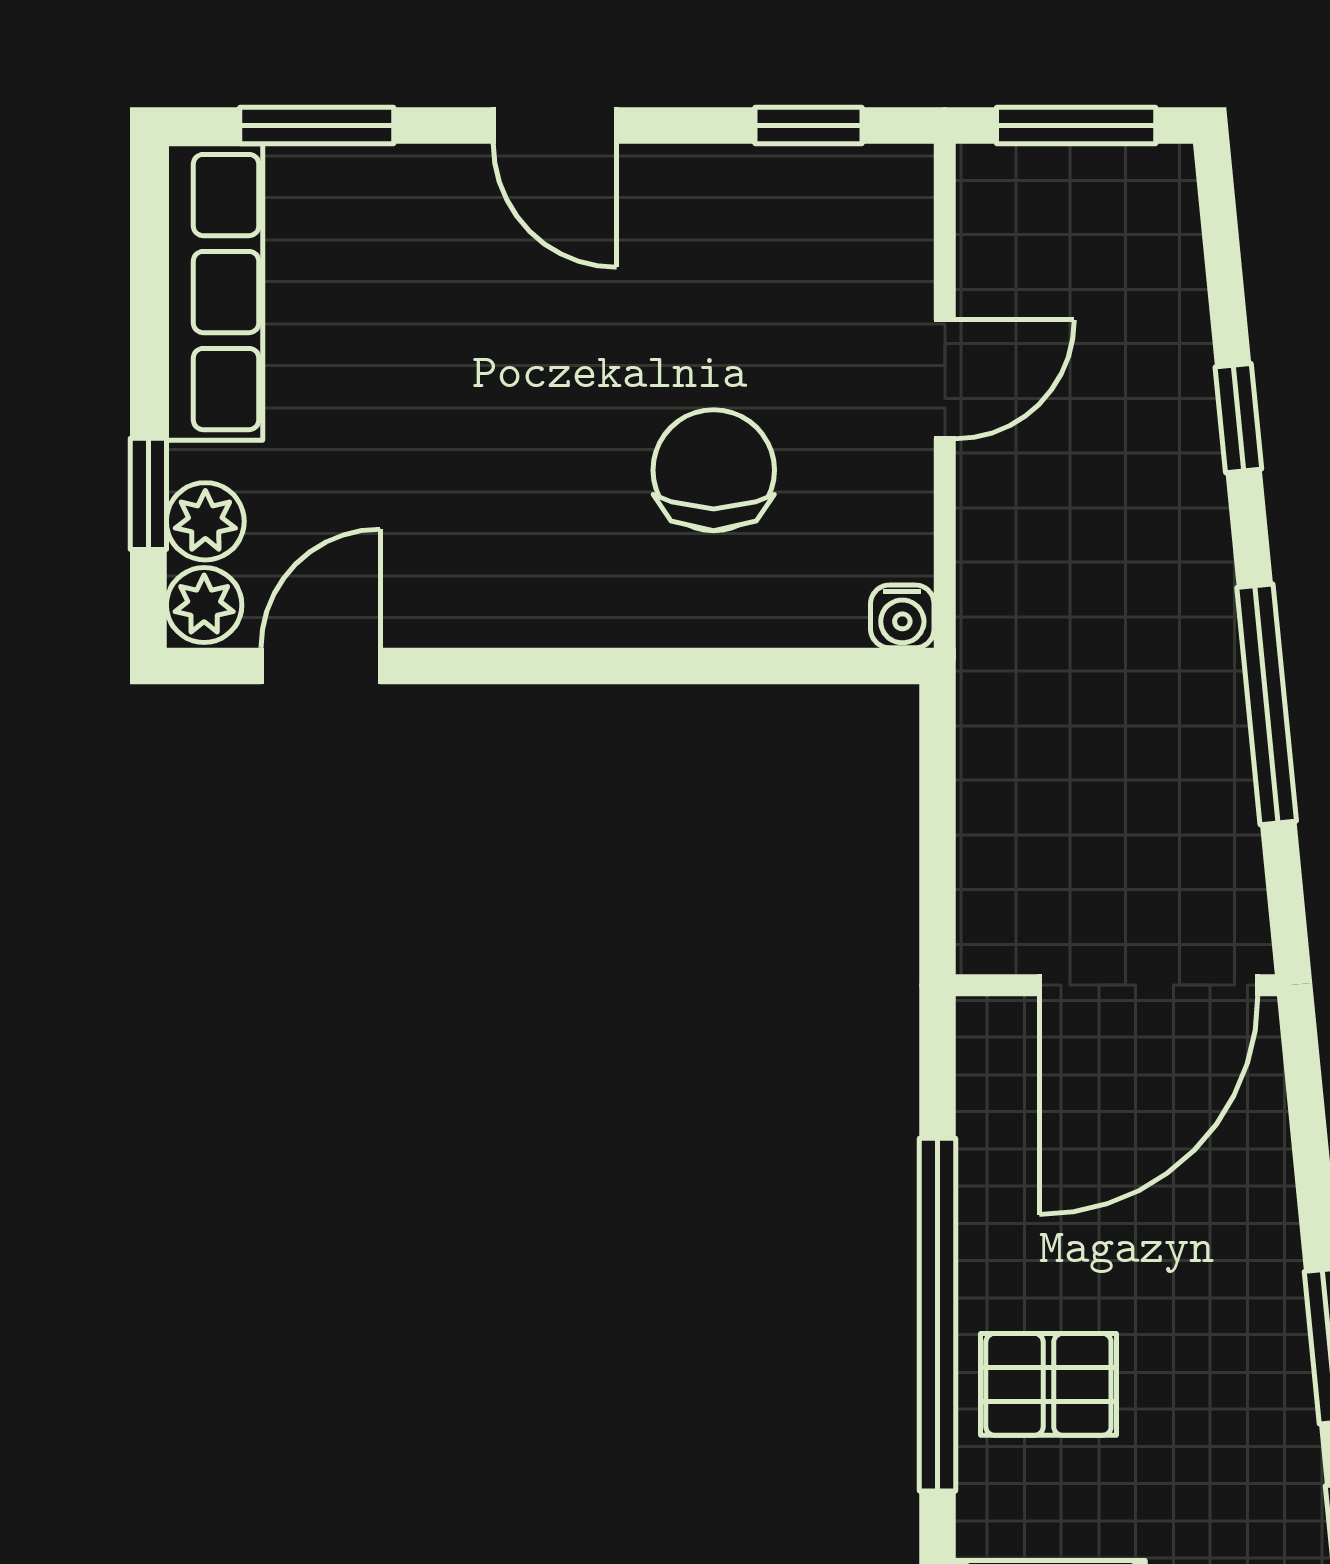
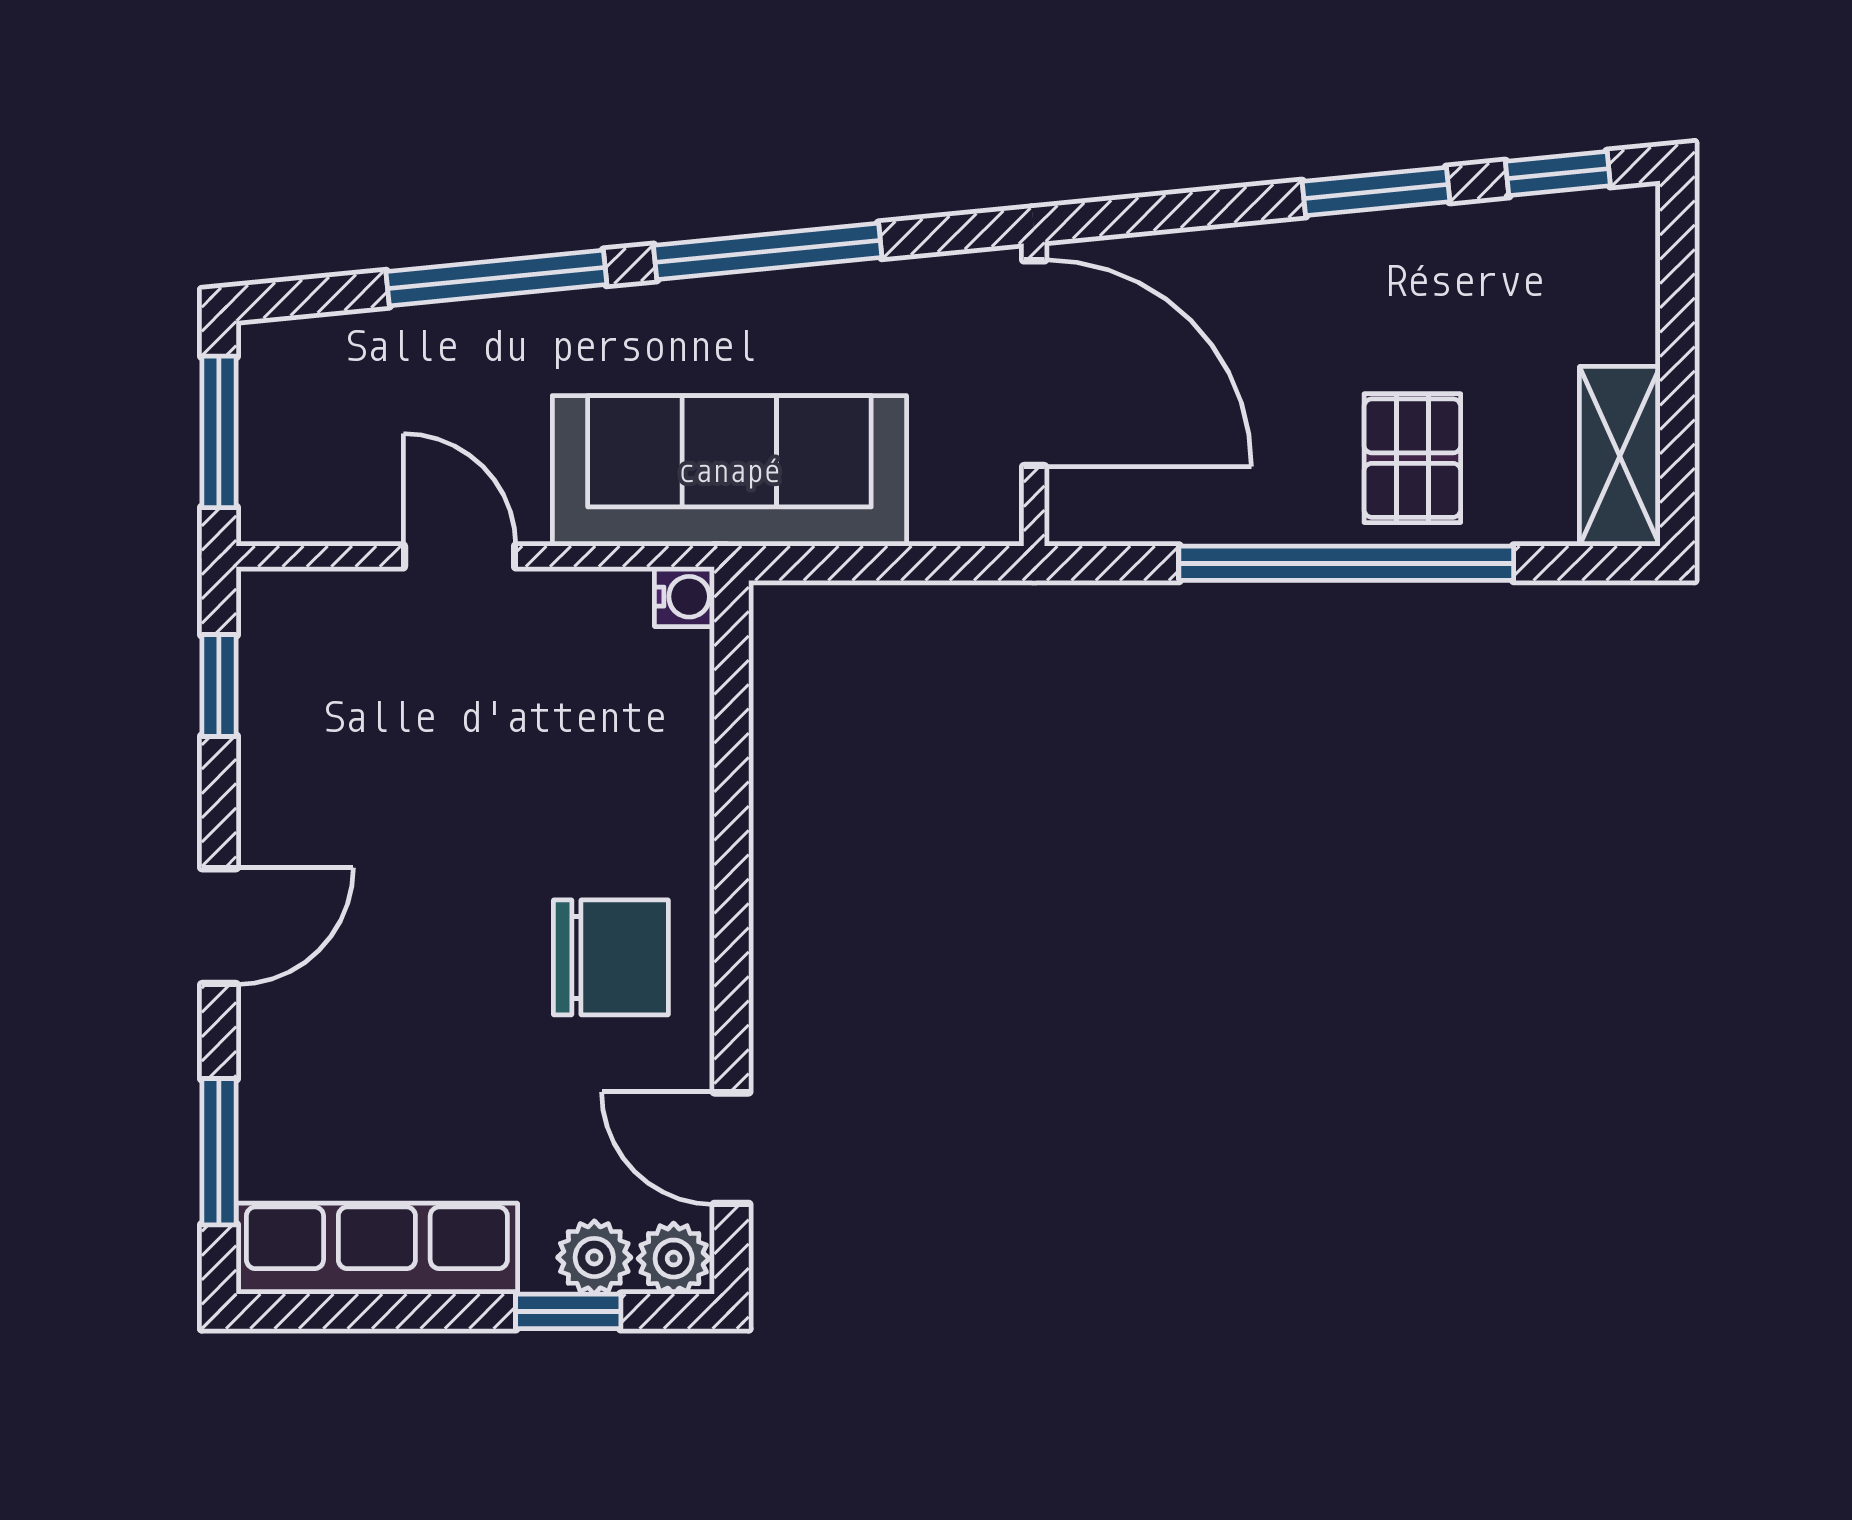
window: (1238, 418) -> (496, 278), width x2.17
chair: (714, 470) -> (611, 957), moved, turned 180
sofa: (1035, 664) -> (729, 471), added

